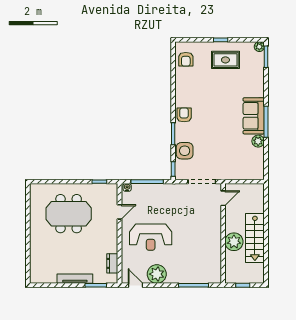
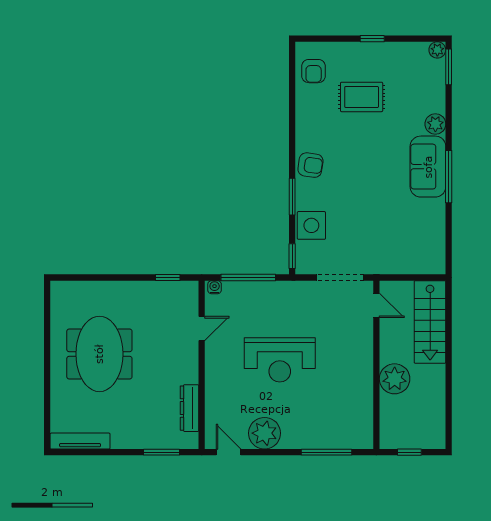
rug: (225, 60) -> (362, 97), moved
armchair: (184, 115) -> (310, 165), turned 98
plant: (258, 141) -> (435, 124), moved
door: (223, 198) -> (376, 305), hinge flipped
meeting table: (69, 214) -> (99, 354), moved, turned 90
reception desk: (151, 237) -> (280, 360), moved
stairs: (255, 238) -> (430, 322), moved
dresser: (112, 263) -> (190, 408), width x1.44
tv unit: (75, 279) -> (80, 441), moved

